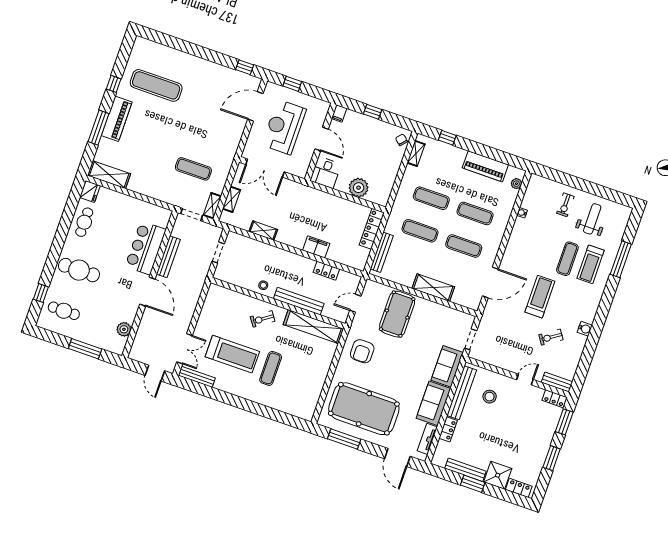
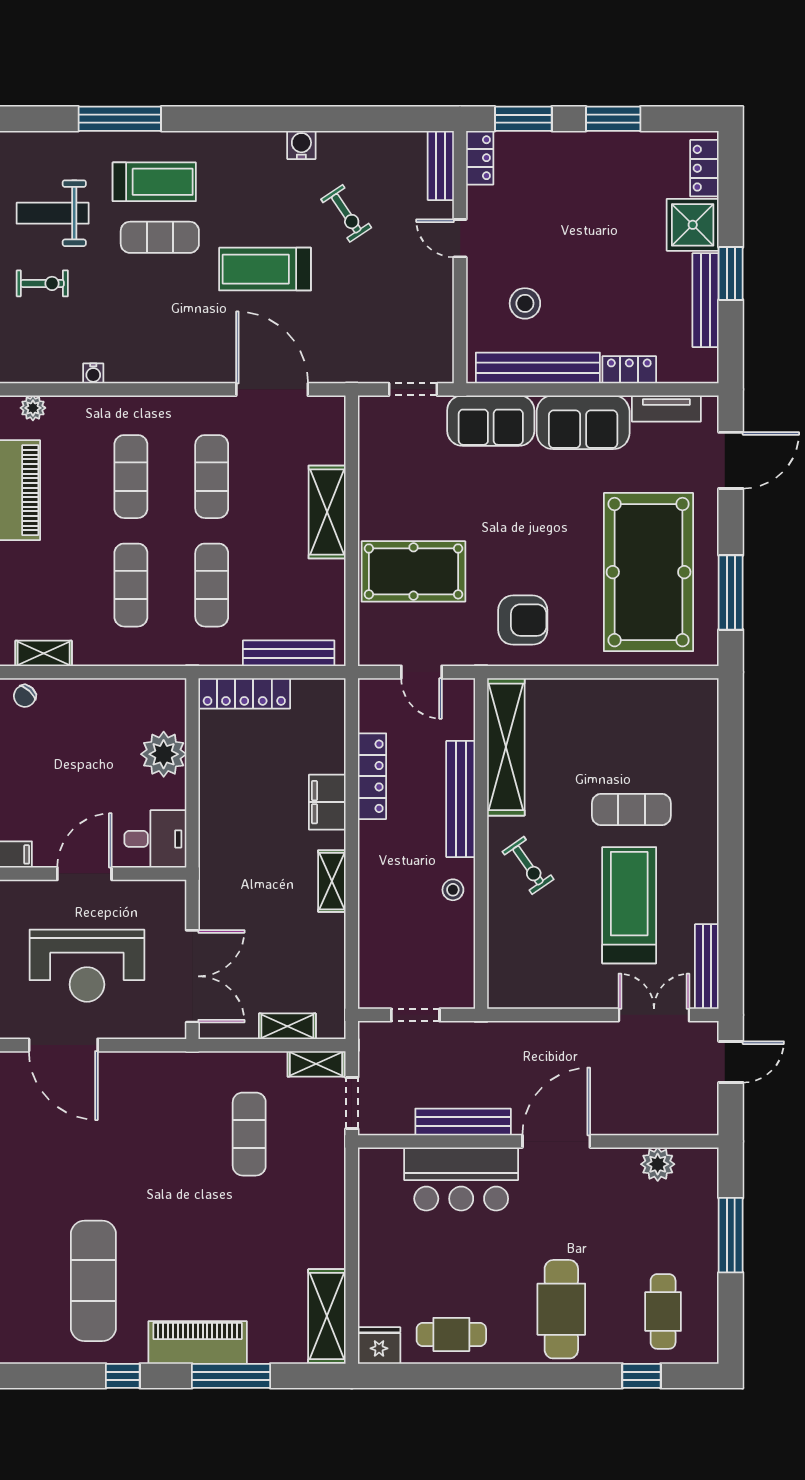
shelving: (263, 231) -> (332, 881), moved
locker: (326, 271) -> (372, 776), width x1.53

